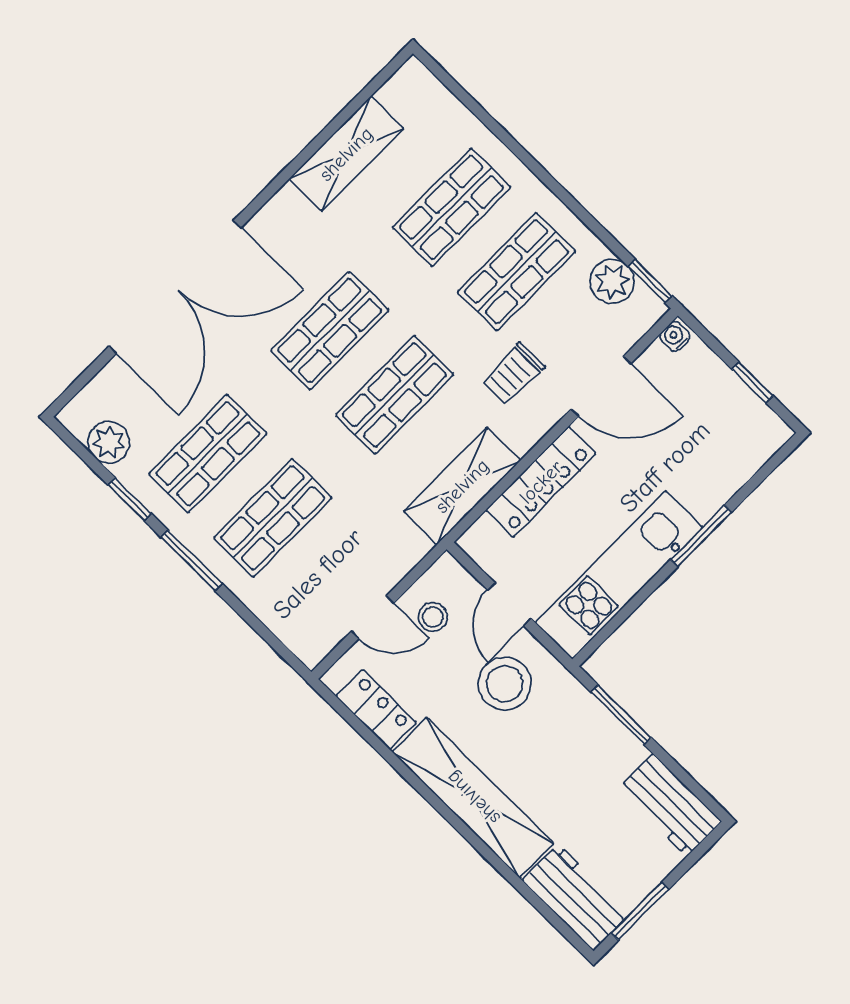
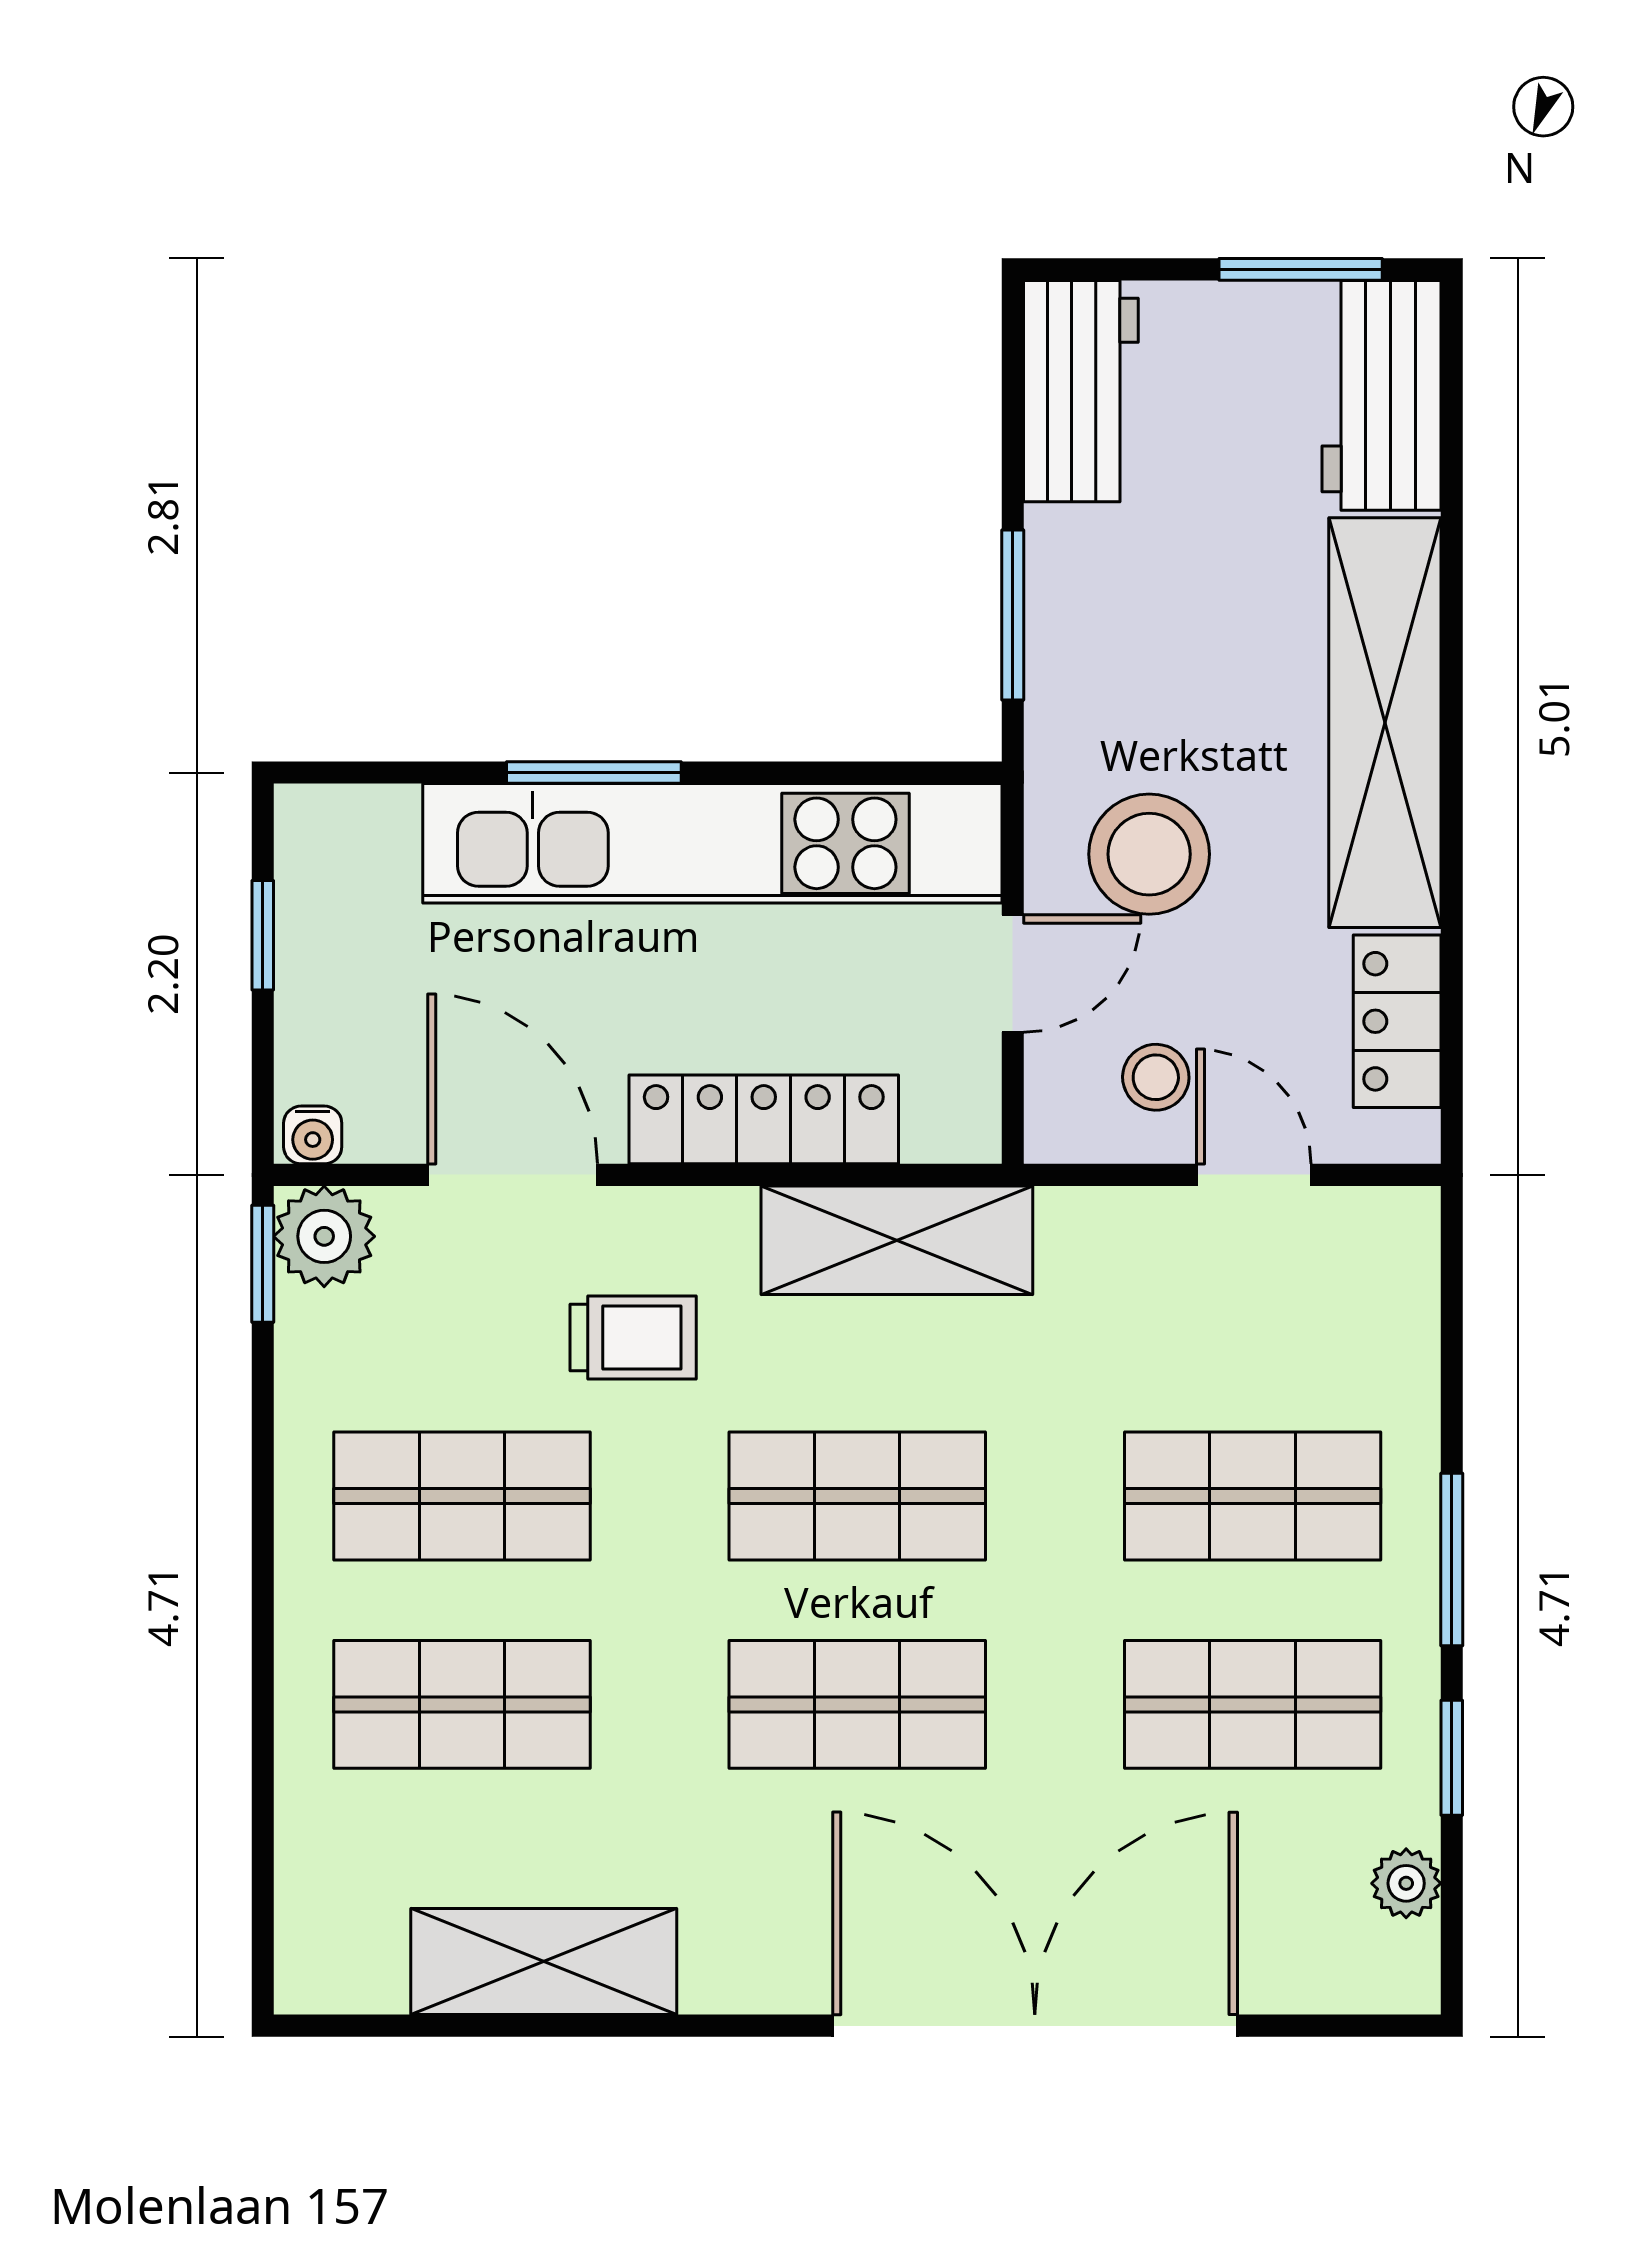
plant: (612, 281) -> (324, 1236), moved
plant: (109, 442) -> (1406, 1883), width x0.73, depth x0.73
kitchen unit: (619, 575) -> (712, 843), width x1.36

